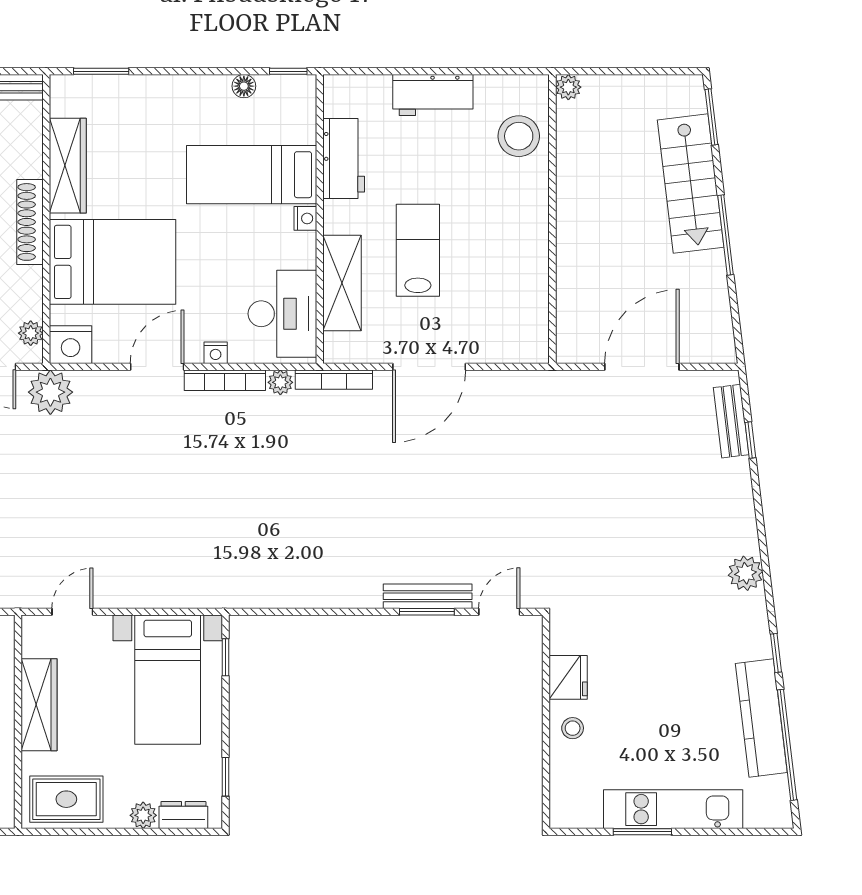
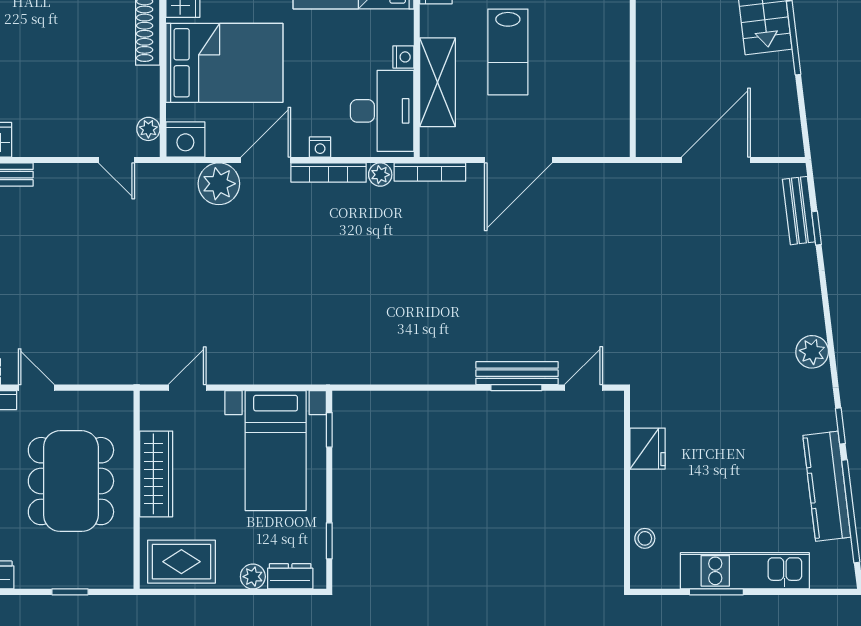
nightstand: (305, 218) -> (403, 57), moved
lab bench: (418, 250) -> (508, 52), turned 180
plant: (50, 392) -> (219, 184), moved
stool: (573, 728) -> (645, 538), moved

